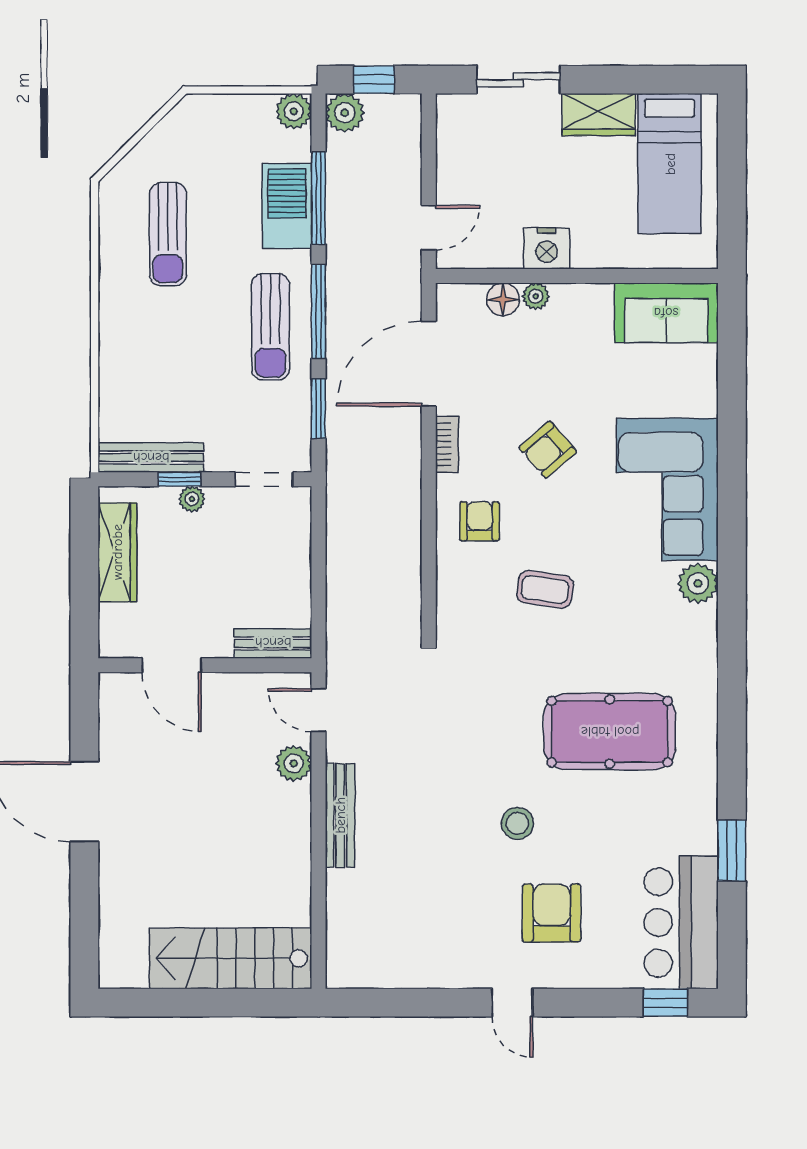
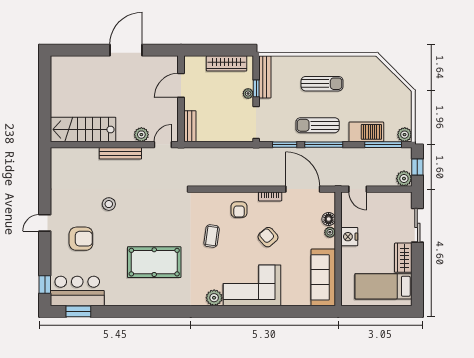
plant: (345, 113) -> (404, 179), moved
window: (319, 198) -> (383, 145), moved
sun lounger: (168, 234) -> (322, 84), moved, turned 180
sofa: (666, 313) -> (323, 277), width x1.36
doorway: (264, 479) -> (256, 123), width x1.38
armchair: (480, 521) -> (239, 210), turned 90
pool table: (610, 732) -> (154, 262), turned 90
stool: (517, 823) -> (109, 204), moved
window: (732, 850) -> (78, 311), moved
stairs: (231, 958) -> (83, 129), moved, turned -90

